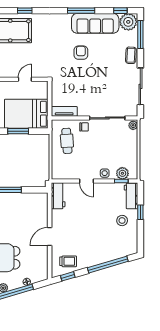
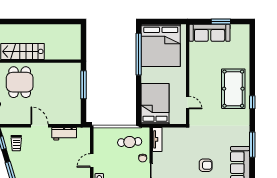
window: (81, 11) -> (252, 145), moved
armchair: (81, 53) -> (206, 165), moved
window: (18, 131) -> (139, 96), removed
workbench: (58, 196) -> (64, 134), moved

